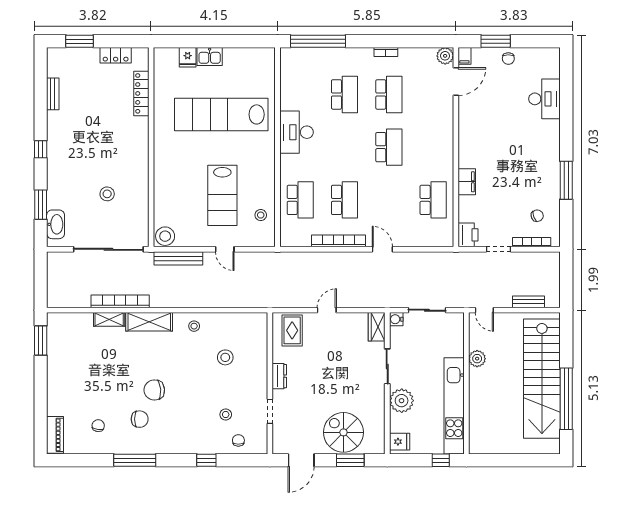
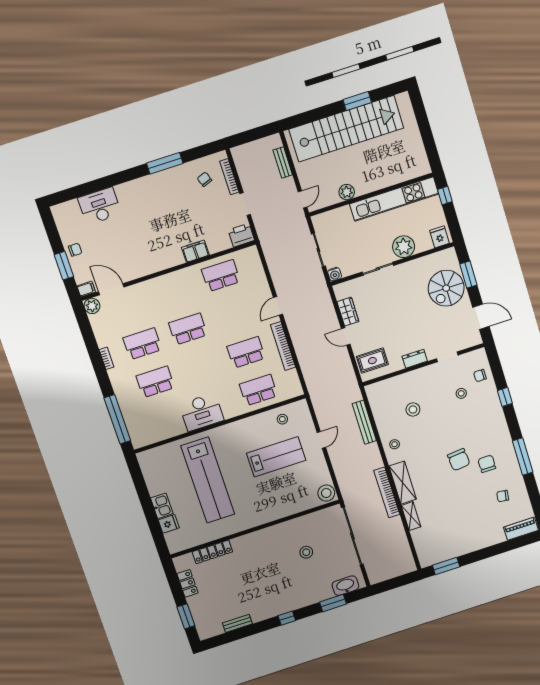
bench: (178, 258) -> (364, 422), moved
bookcase: (120, 301) -> (387, 492), moved
wardrobe: (377, 327) -> (348, 312), moved, turned -90
window: (566, 399) -> (357, 101), width x0.47

